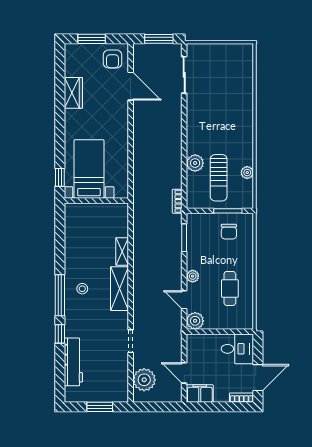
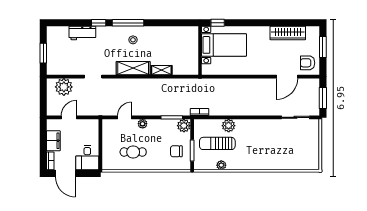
wardrobe: (73, 93) -> (288, 33), width x1.50
plant: (195, 321) -> (184, 126), moved
workbench: (73, 362) -> (82, 33), width x0.73
filing cabinet: (200, 394) -> (53, 141), moved

